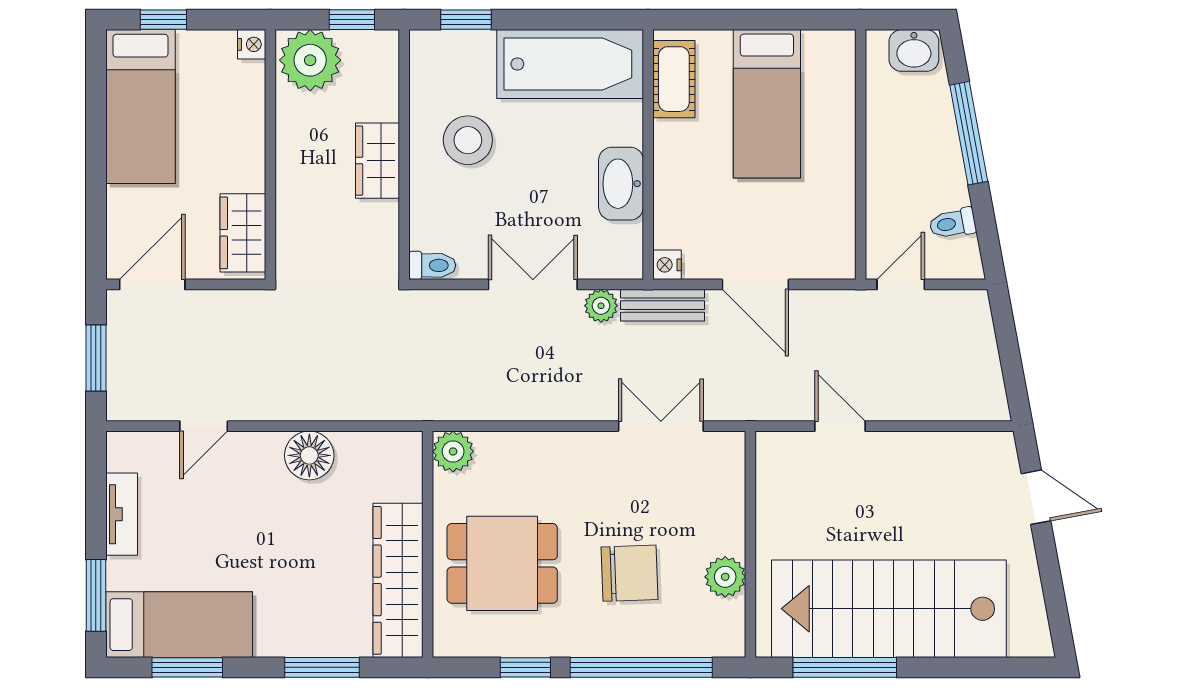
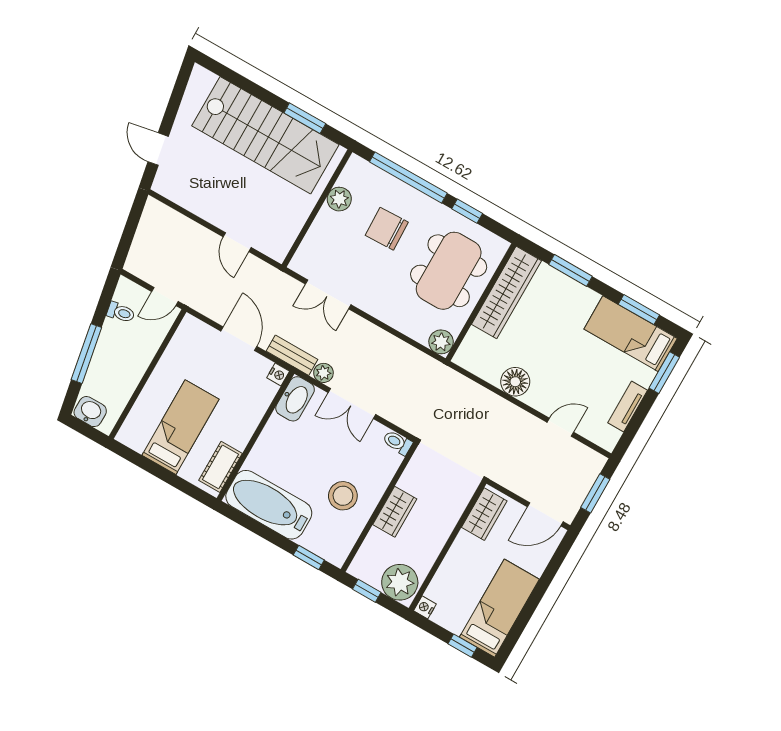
washbasin: (621, 184) -> (295, 399), moved
dining table: (502, 563) -> (449, 271), width x1.38
window: (845, 667) -> (305, 118), width x0.69

